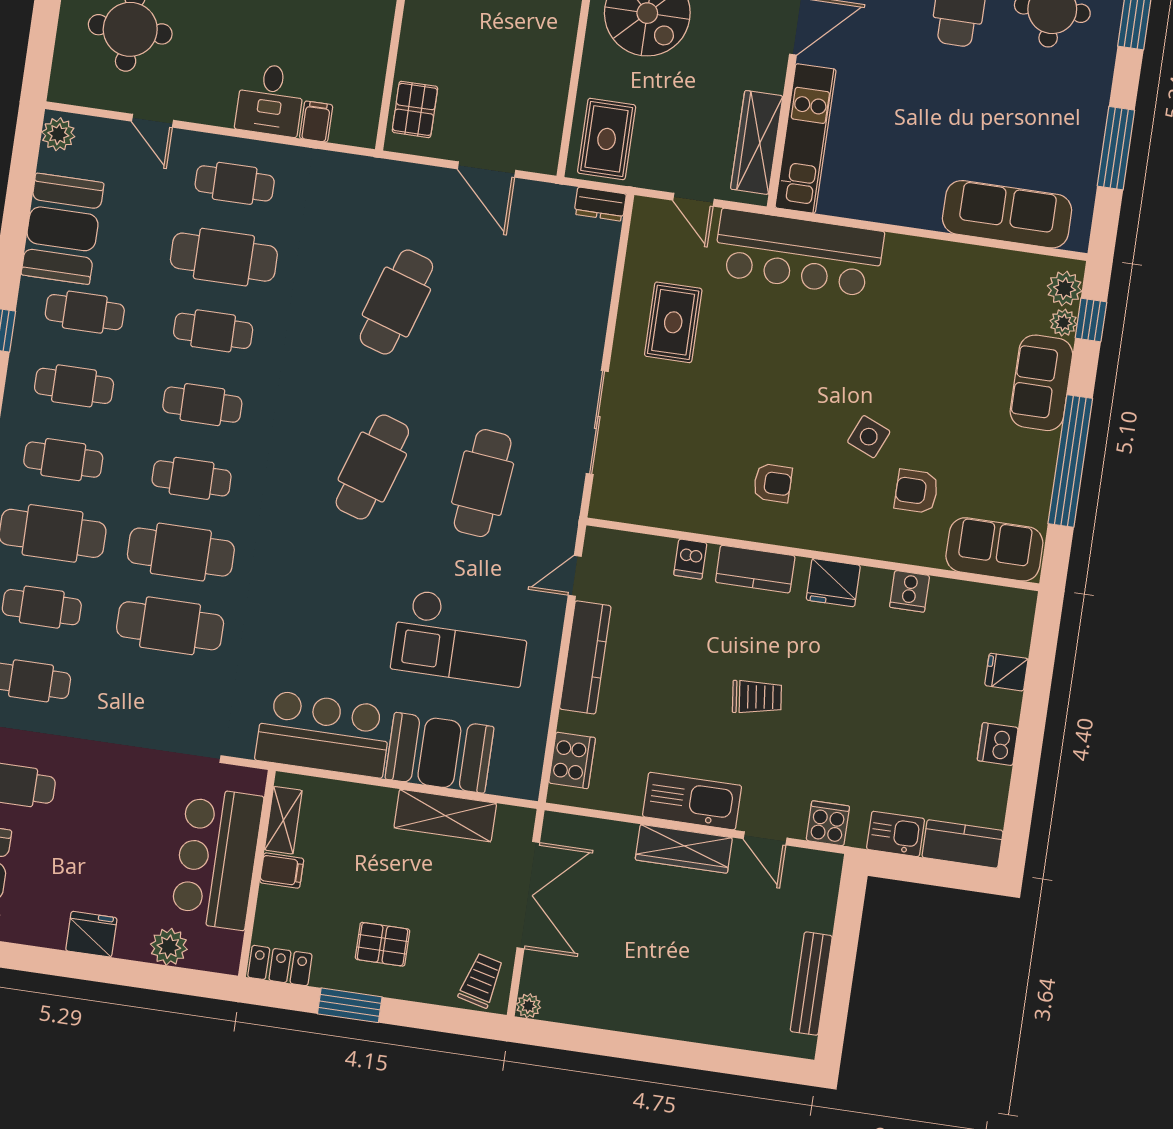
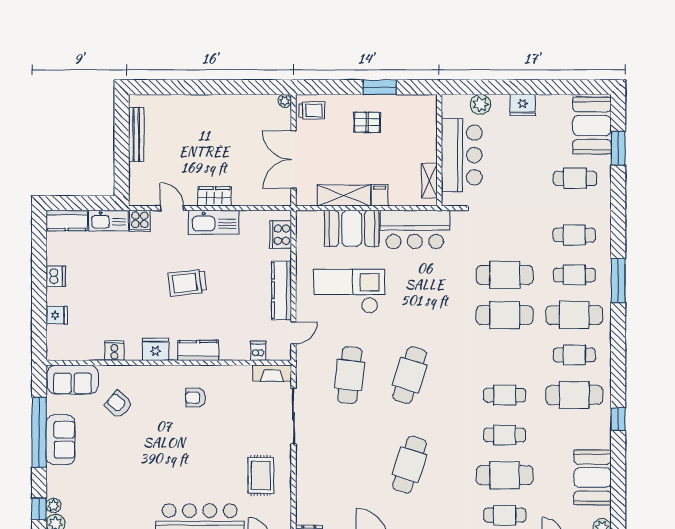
cafe table: (85, 312) -> (574, 435), removed
sofa: (1041, 383) -> (61, 440), moved
cafe table: (74, 386) -> (574, 395), width x1.37, depth x1.35
side table: (869, 437) -> (148, 430), removed
cafe table: (192, 478) -> (505, 355), removed
armchair: (916, 491) -> (119, 404), turned -140
fireplace: (625, 508) -> (272, 373), added
dishwasher: (690, 559) -> (258, 351), moved
trolley: (757, 697) -> (187, 283), width x1.36, depth x1.39
kitchen sink: (896, 834) -> (108, 221), width x1.38
wardrobe: (684, 849) -> (214, 196), width x0.67
filing cabinet: (282, 871) -> (380, 195), moved, turned 90
locker: (280, 966) -> (420, 103), removed
trolley: (481, 981) -> (312, 111), turned -104

